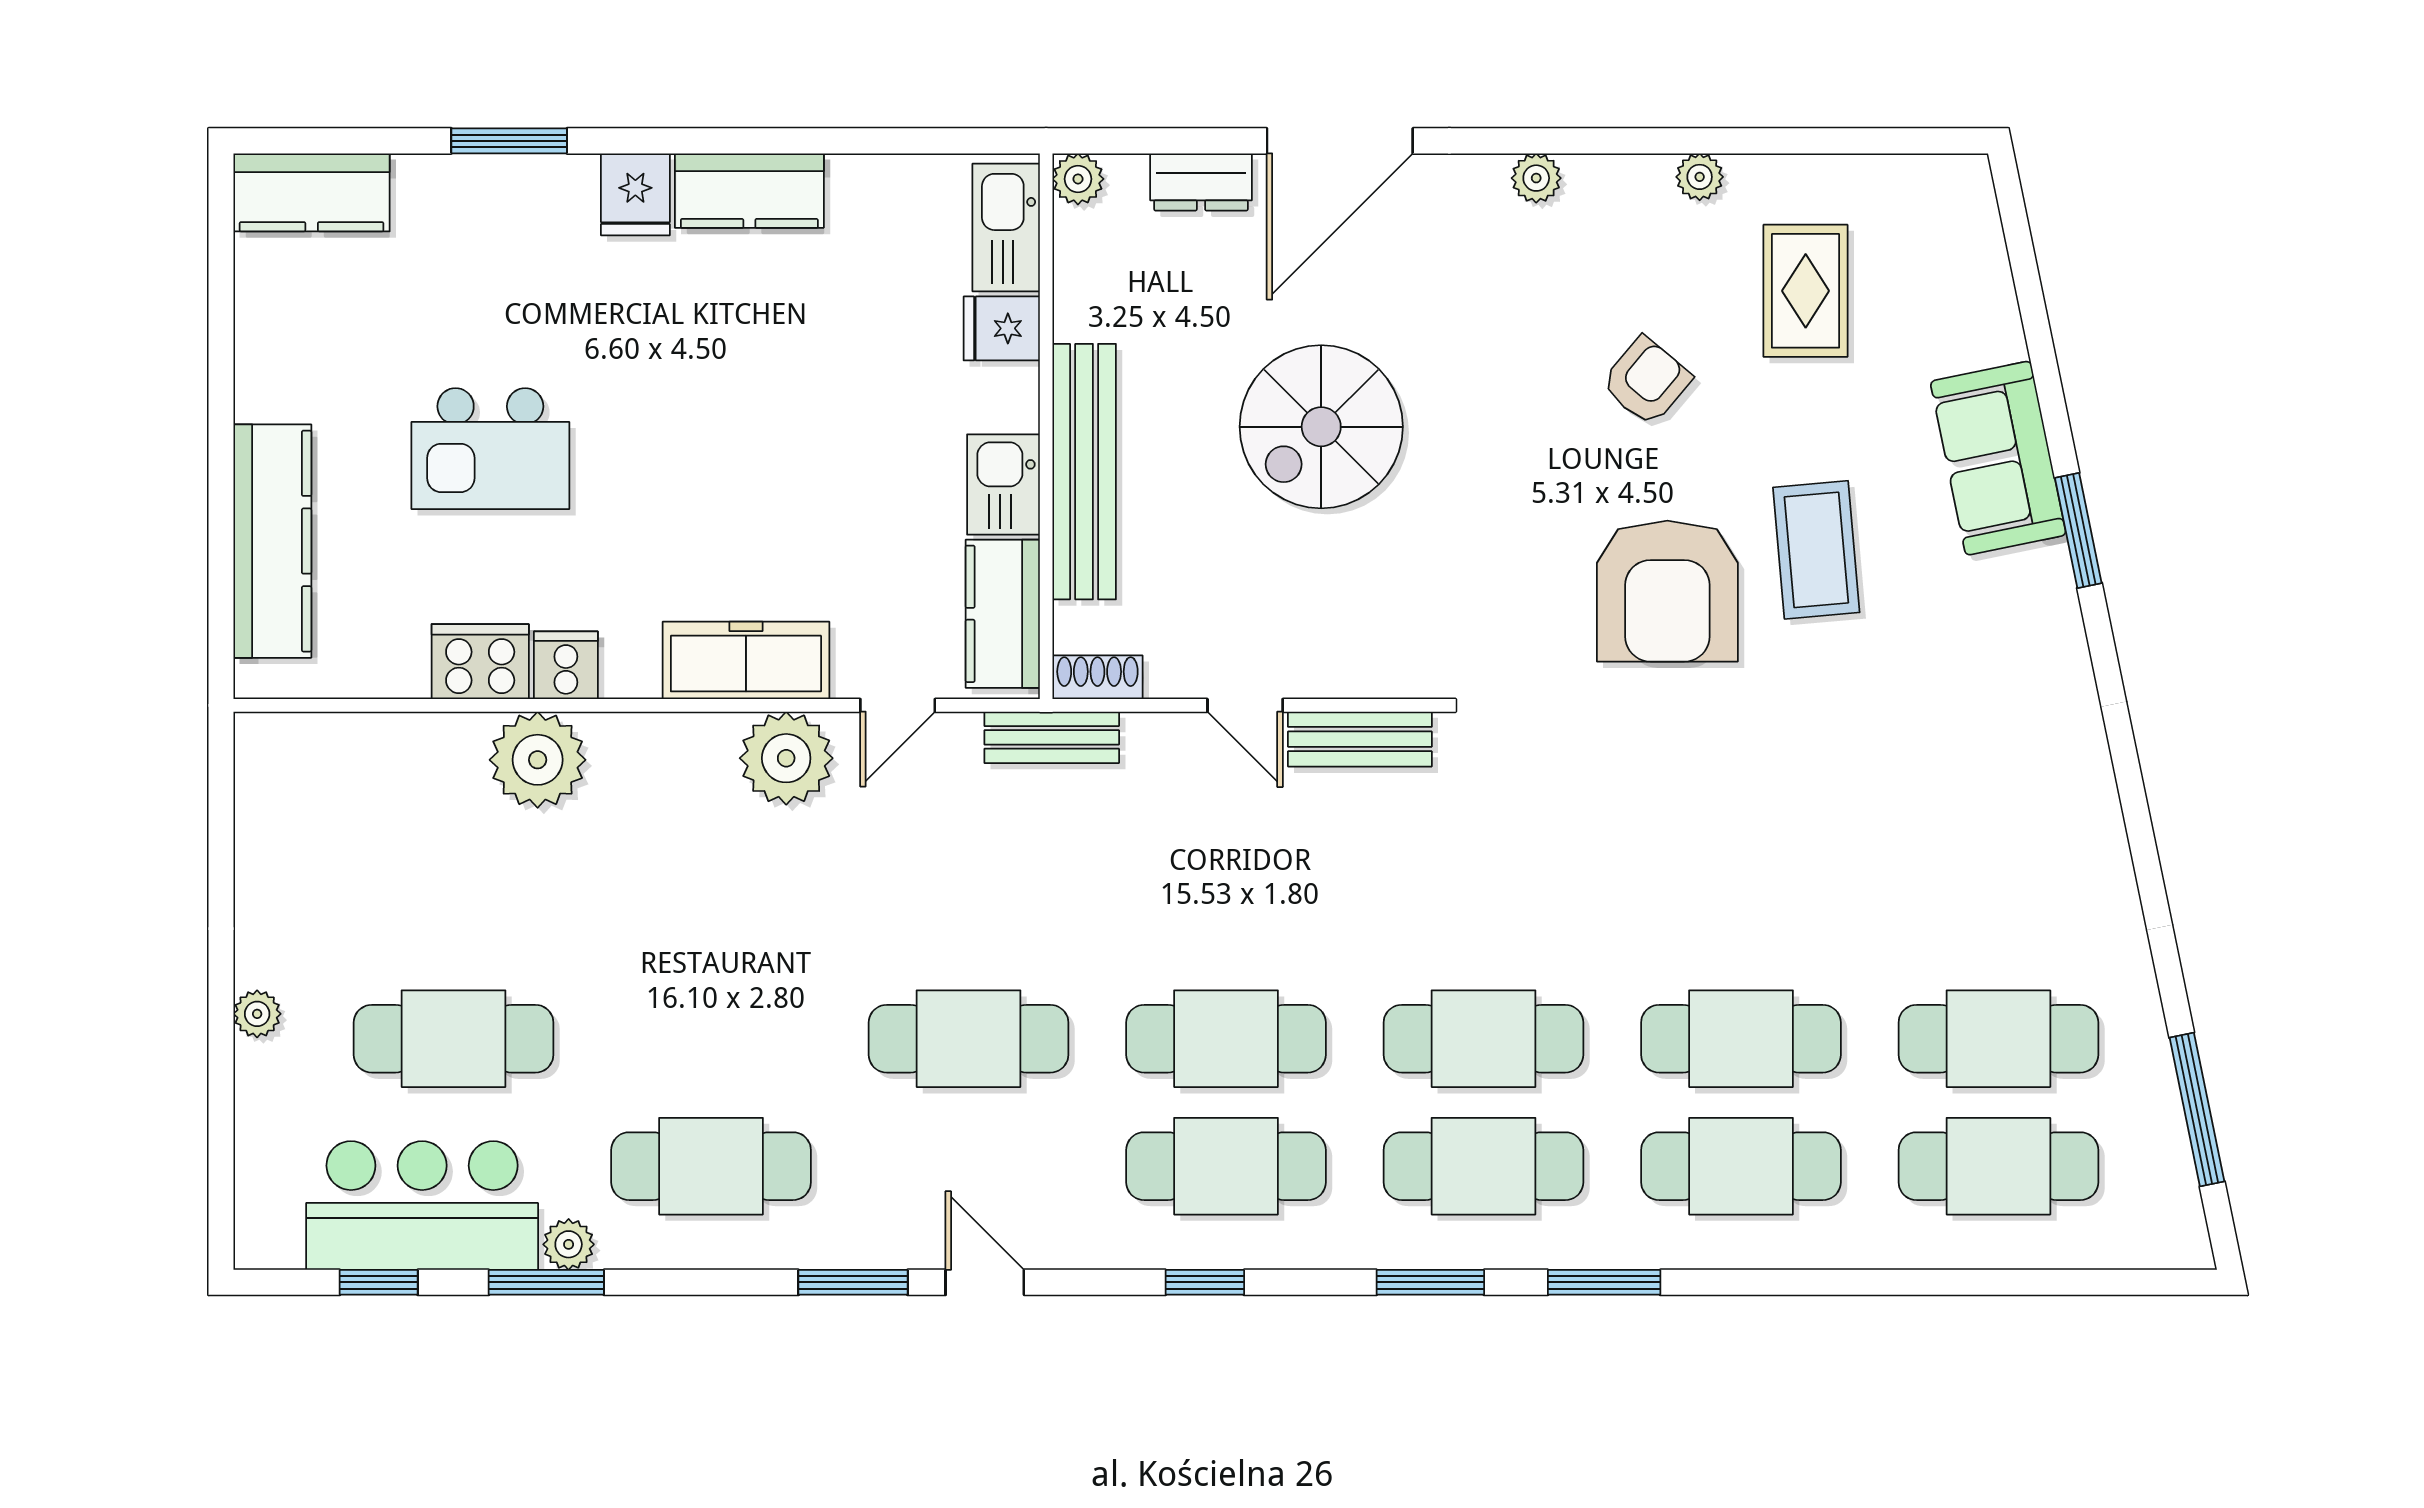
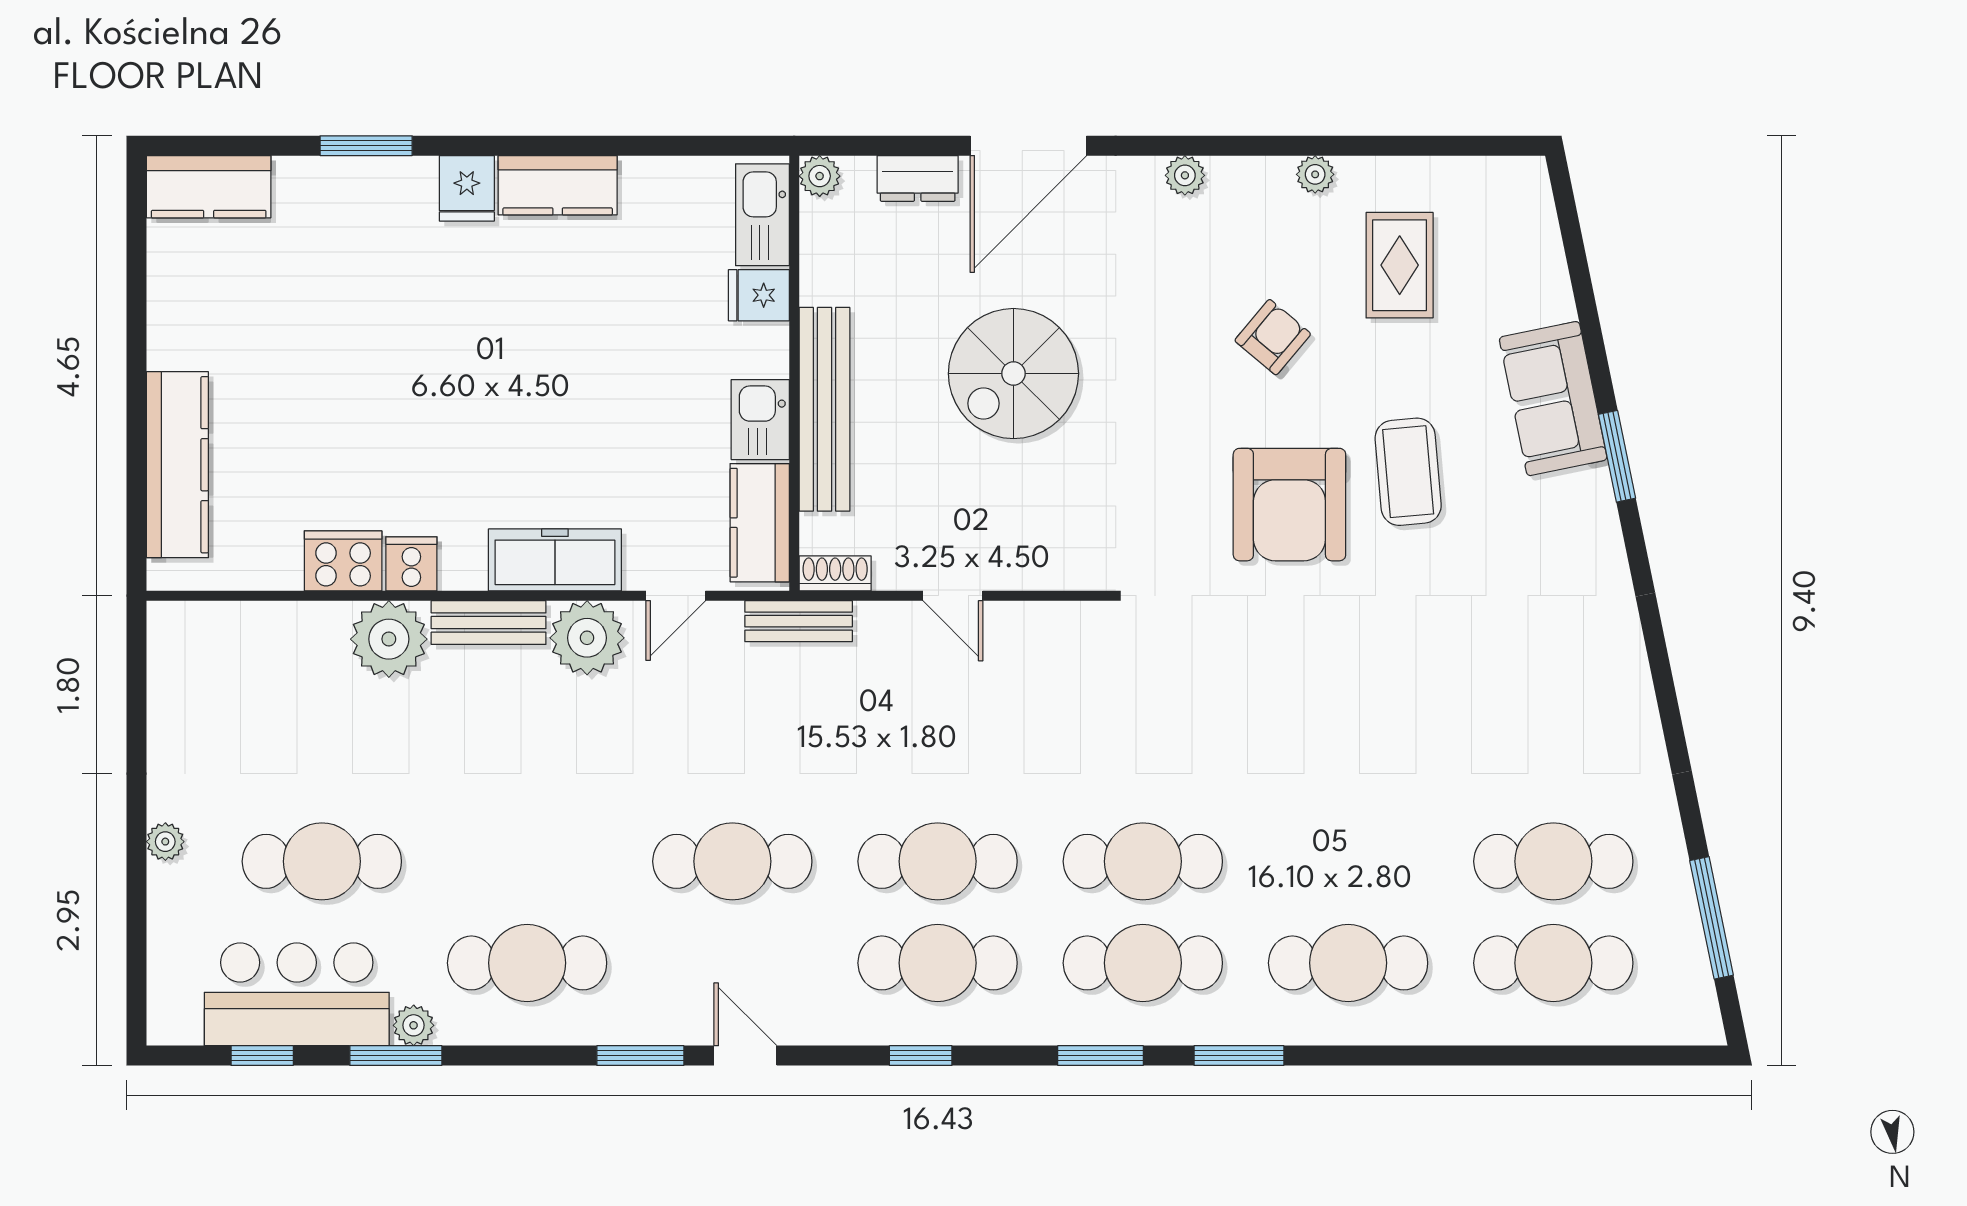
kitchen island: (490, 449) -> (351, 391), removed
bench: (1360, 739) -> (489, 623), moved
cafe table: (1741, 1039) -> (1348, 861), removed

